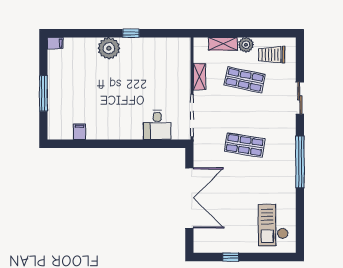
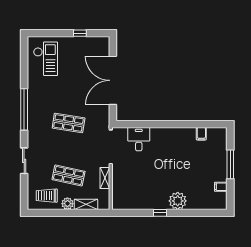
filing cabinet: (55, 43) -> (221, 187), moved
trolley: (272, 55) -> (47, 196), turned 180

